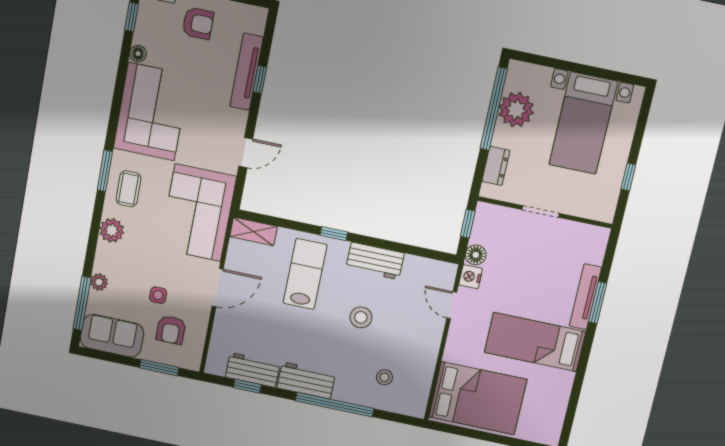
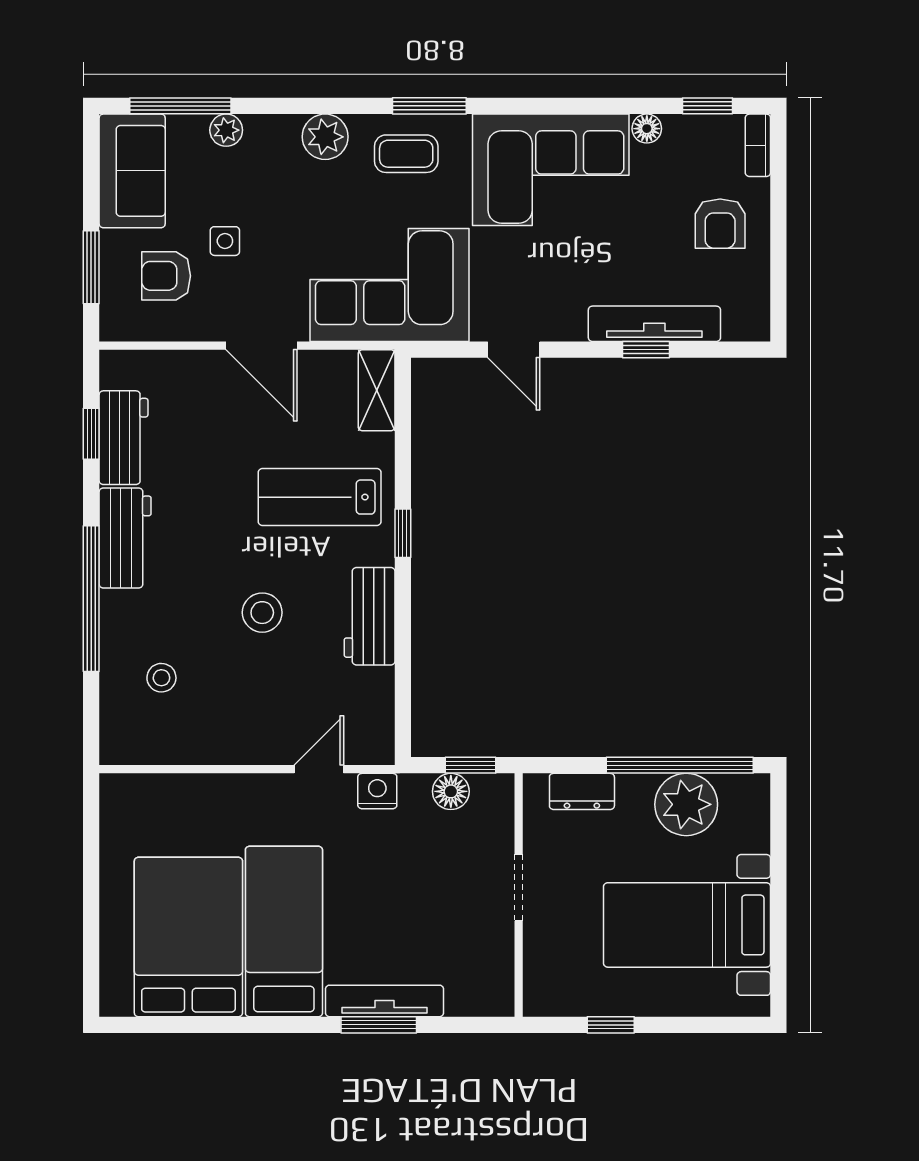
floor lamp: (476, 255) -> (451, 791), moved
lab bench: (305, 274) -> (320, 497), turned 180
bed: (478, 398) -> (188, 937), moved, turned 180

